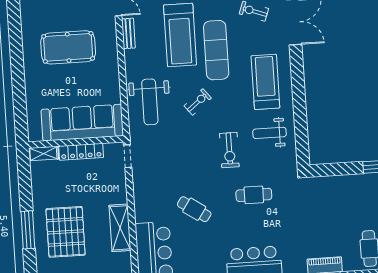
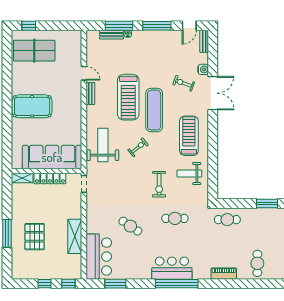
pool table: (68, 47) -> (32, 106), moved
weight bench: (150, 102) -> (103, 145), turned 180
cafe table: (325, 192) -> (227, 220), added
pallet: (66, 232) -> (35, 237), width x0.73, depth x0.71

